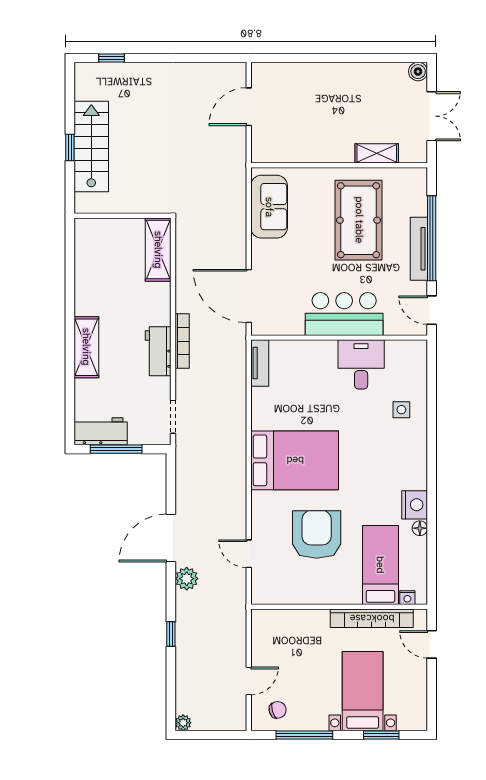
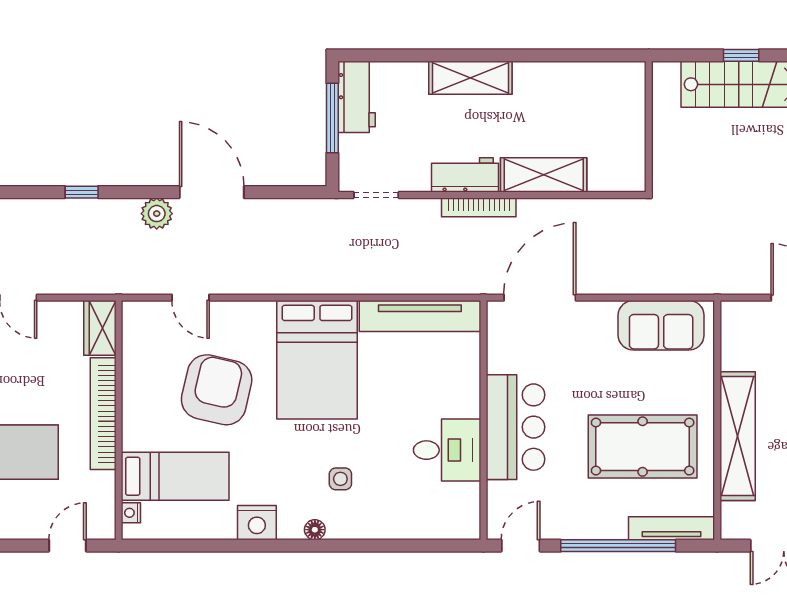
shelving: (377, 153) -> (738, 436), width x2.20, depth x1.33
tv unit: (419, 249) -> (671, 528), moved
shelving: (158, 250) -> (544, 175), moved
tv unit: (260, 363) -> (420, 316), width x1.92, depth x1.29
side table: (401, 410) -> (340, 479), moved
floor lamp: (420, 528) -> (315, 530), moved
armchair: (317, 535) -> (217, 390), turned -77
door: (249, 554) -> (191, 298), swing flipped
bookcase: (372, 618) -> (103, 414), moved
wardrobe: (271, 621) -> (100, 328), added

